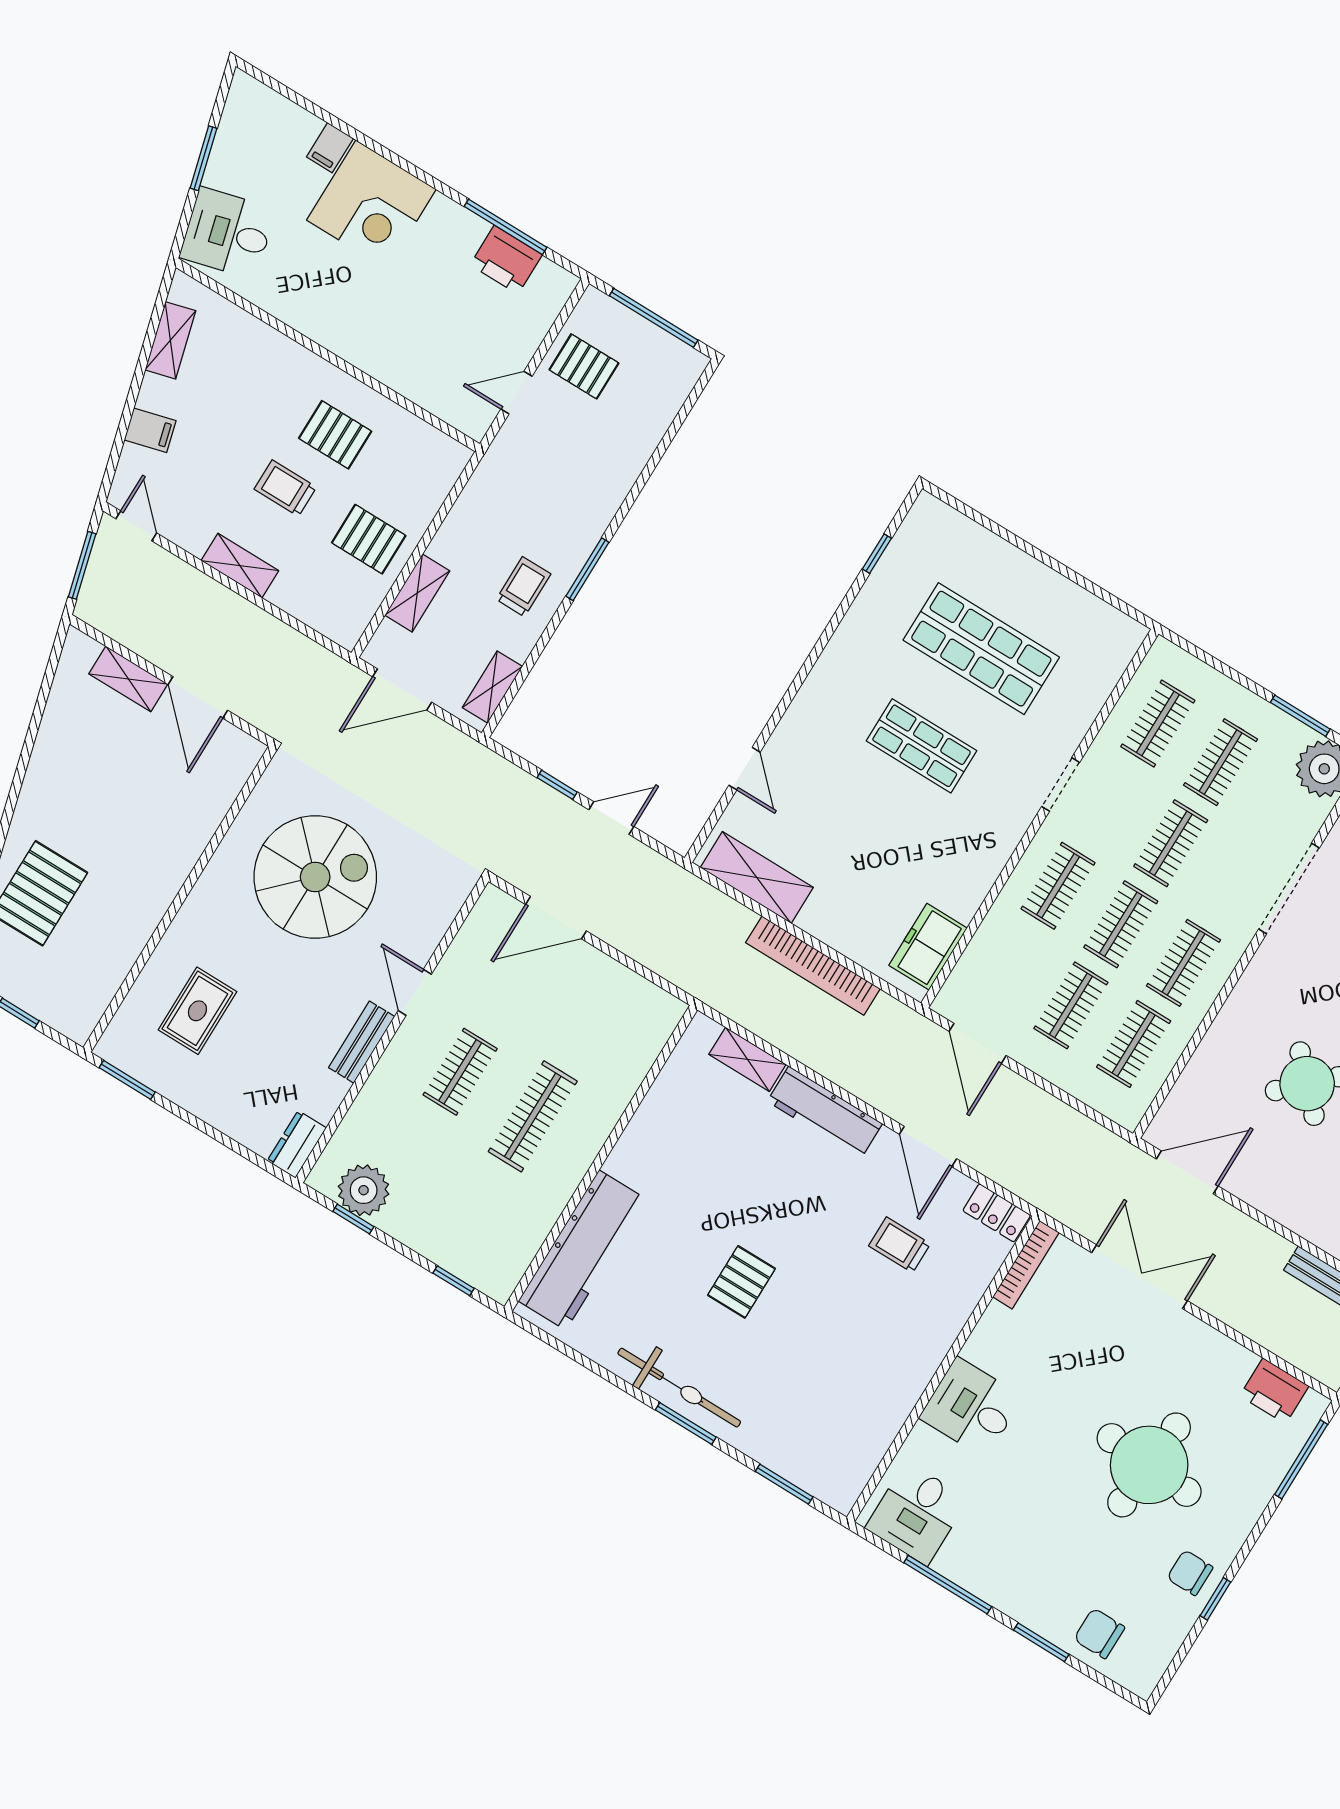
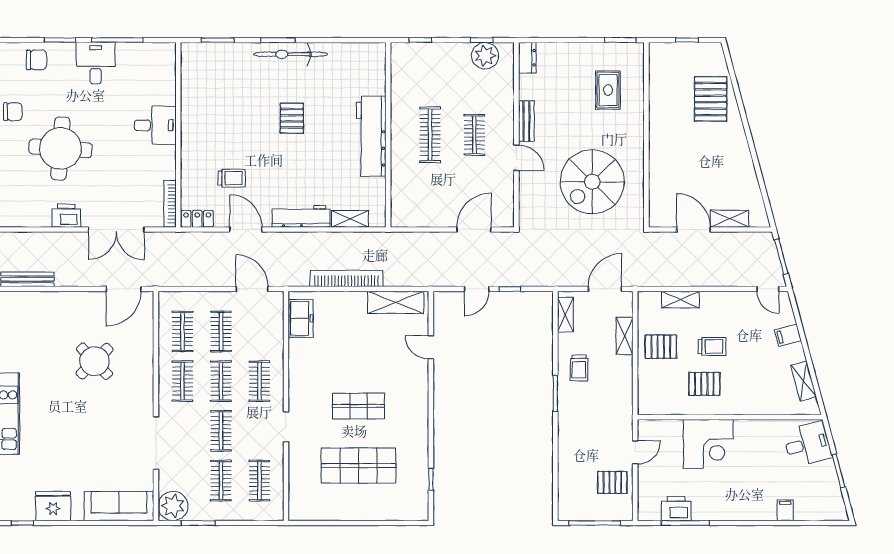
corner desk: (371, 205) -> (708, 444), moved, turned 180
shelving: (240, 566) -> (680, 300), moved
workbench: (583, 1250) -> (371, 136), moved
printer: (1274, 1391) -> (66, 216), moved
desk: (917, 1514) -> (96, 63), moved

